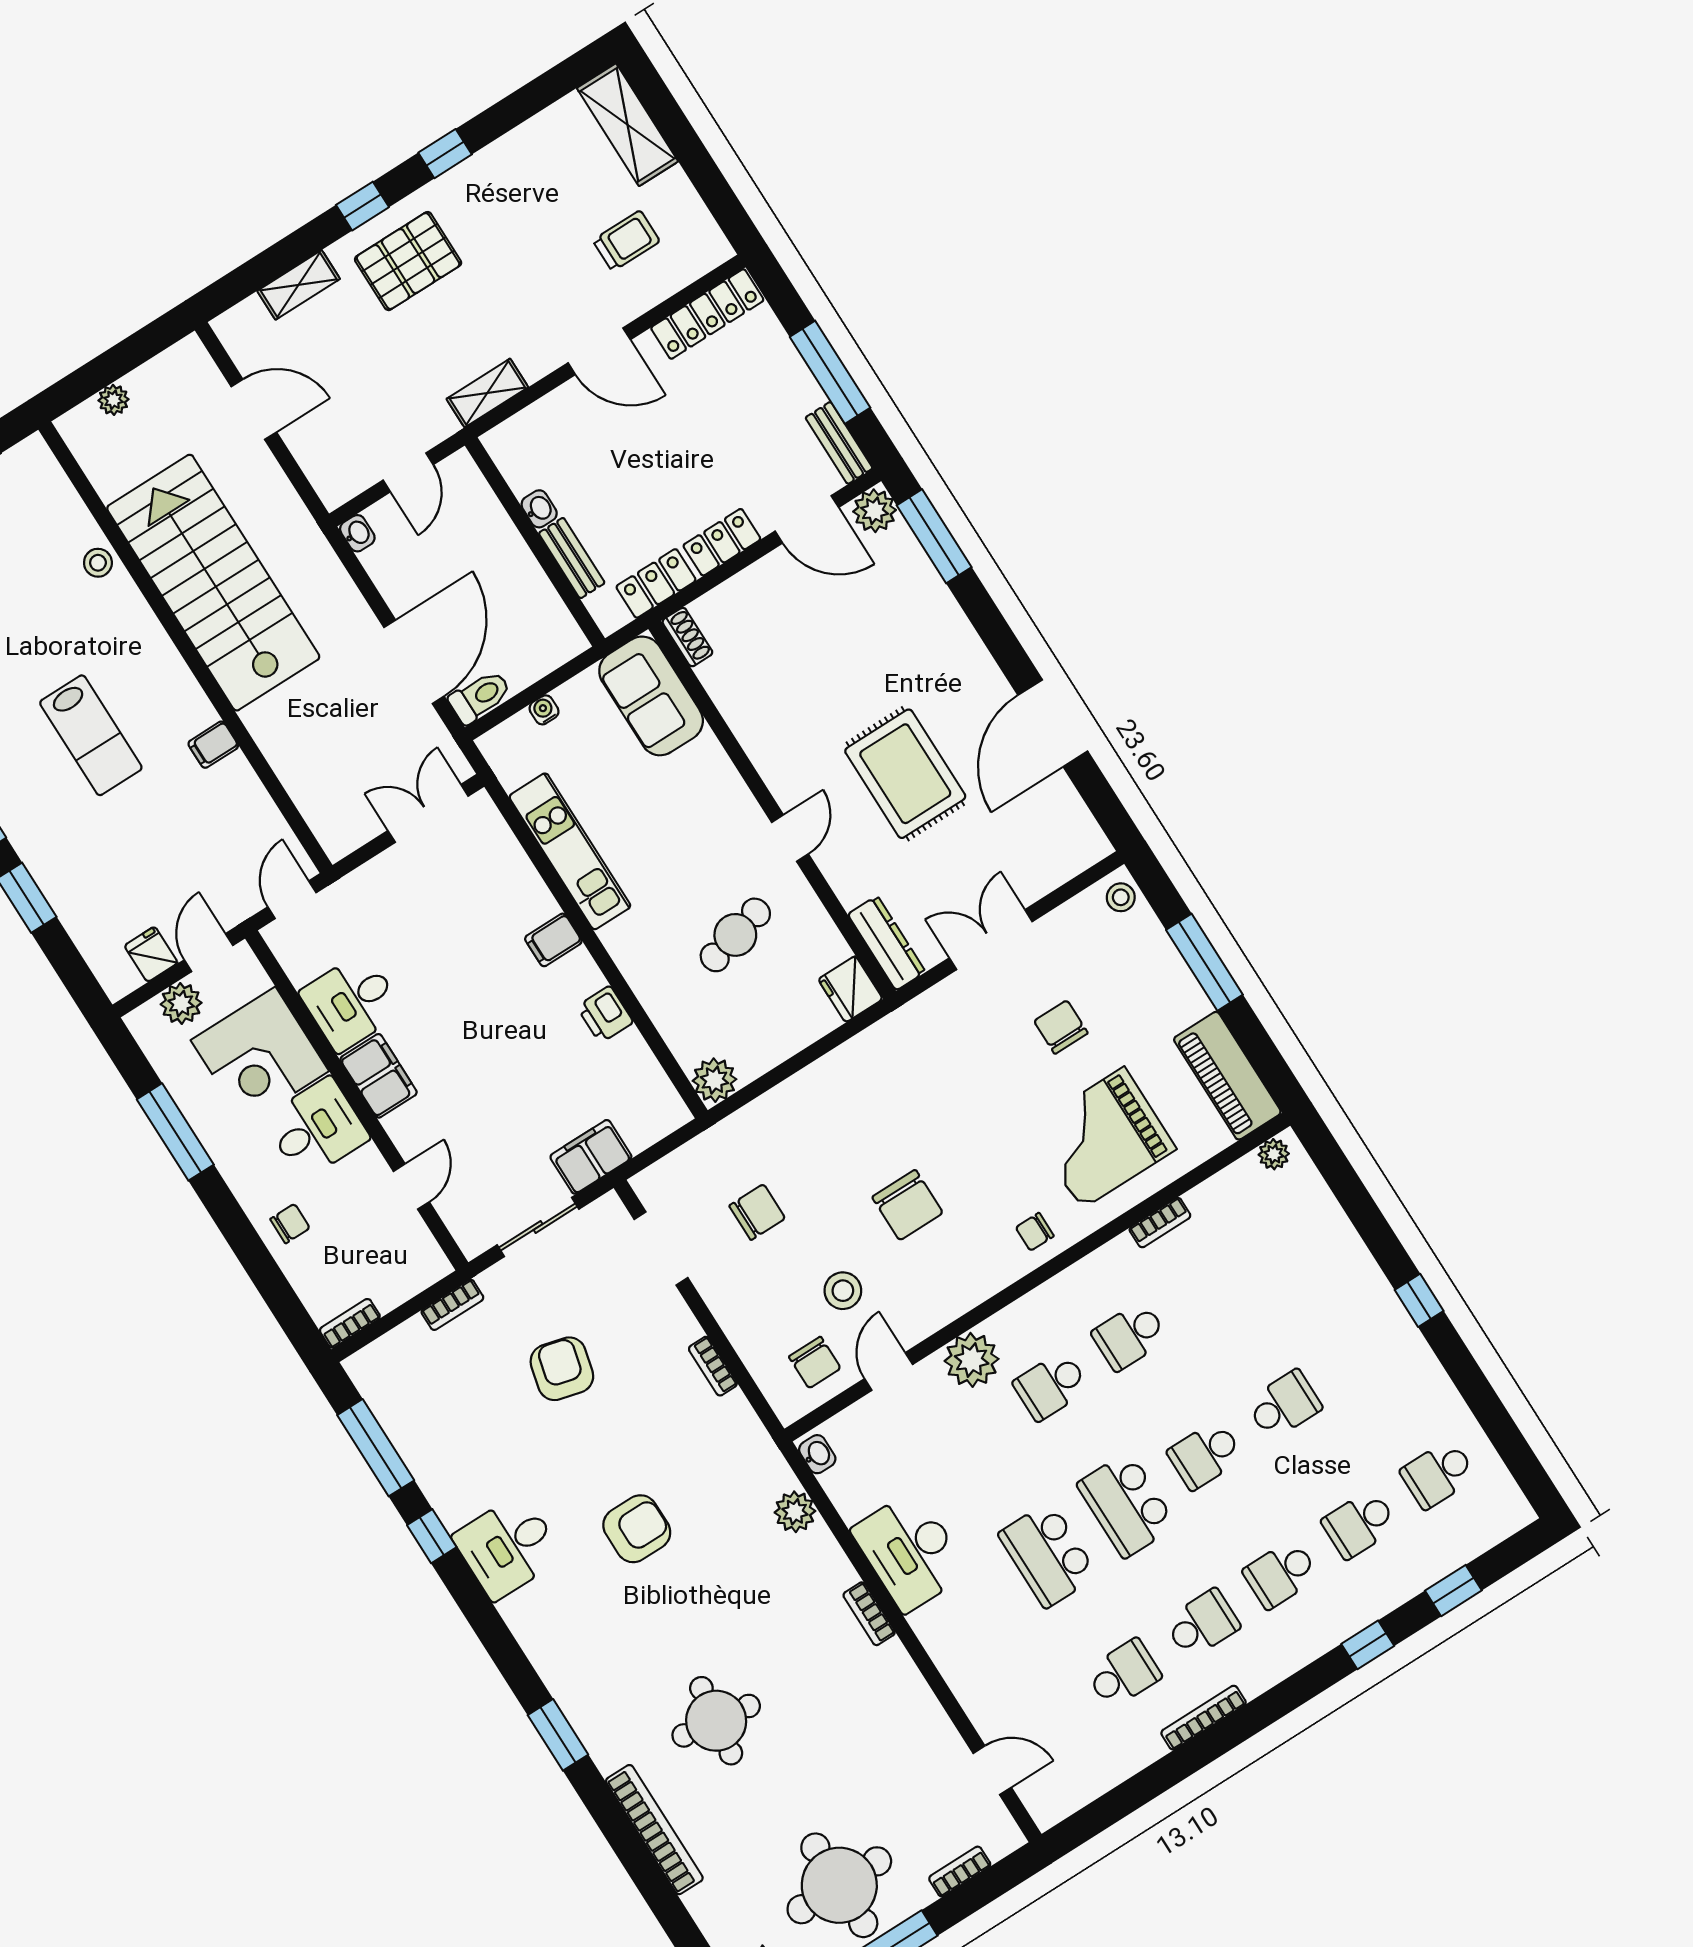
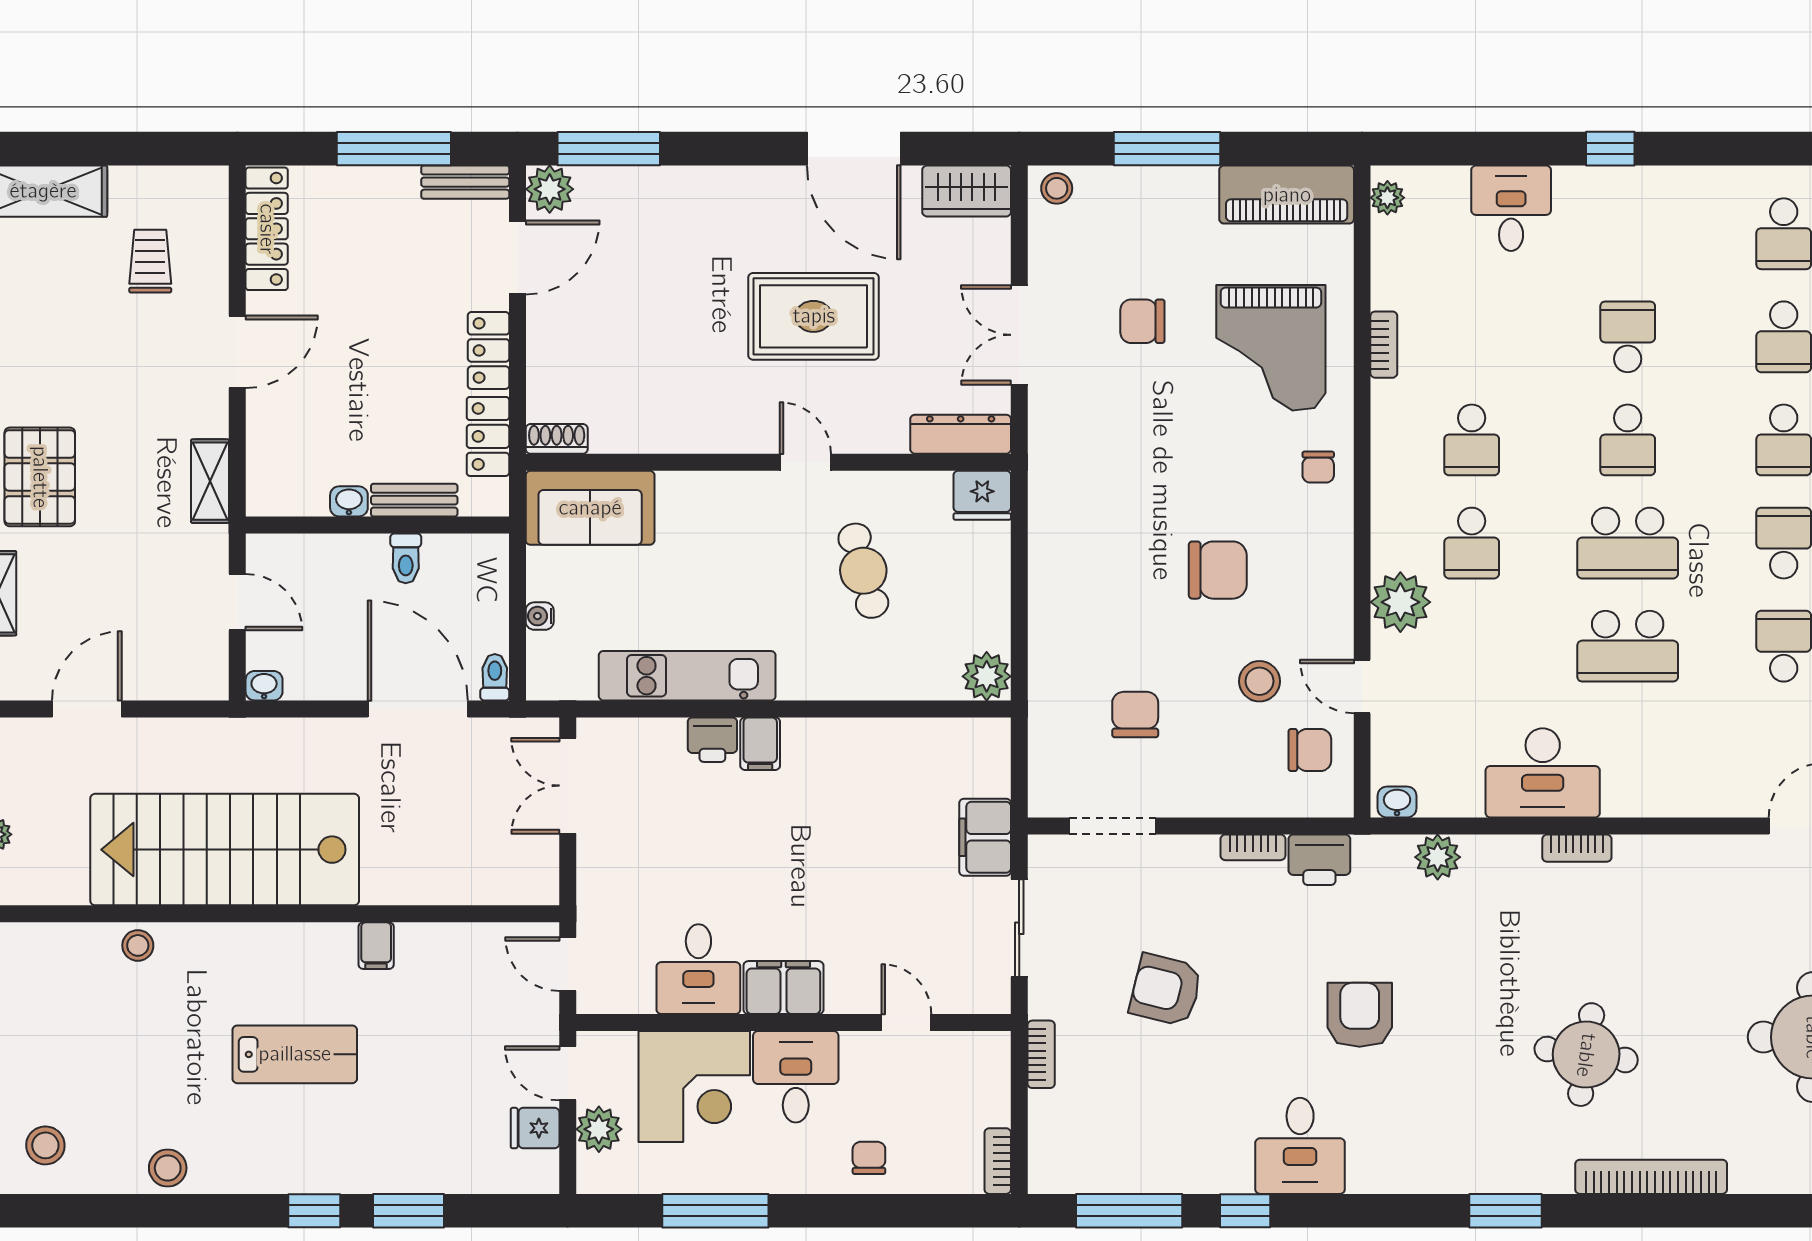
toilet: (523, 580) -> (406, 558), added
toilet: (480, 697) -> (495, 677), width x0.73, depth x0.72
wardrobe: (1075, 830) -> (967, 191), added
printer: (605, 1014) -> (712, 740), moved
desk: (1326, 1254) -> (1511, 208), added
printer: (736, 1423) -> (1319, 860), added

